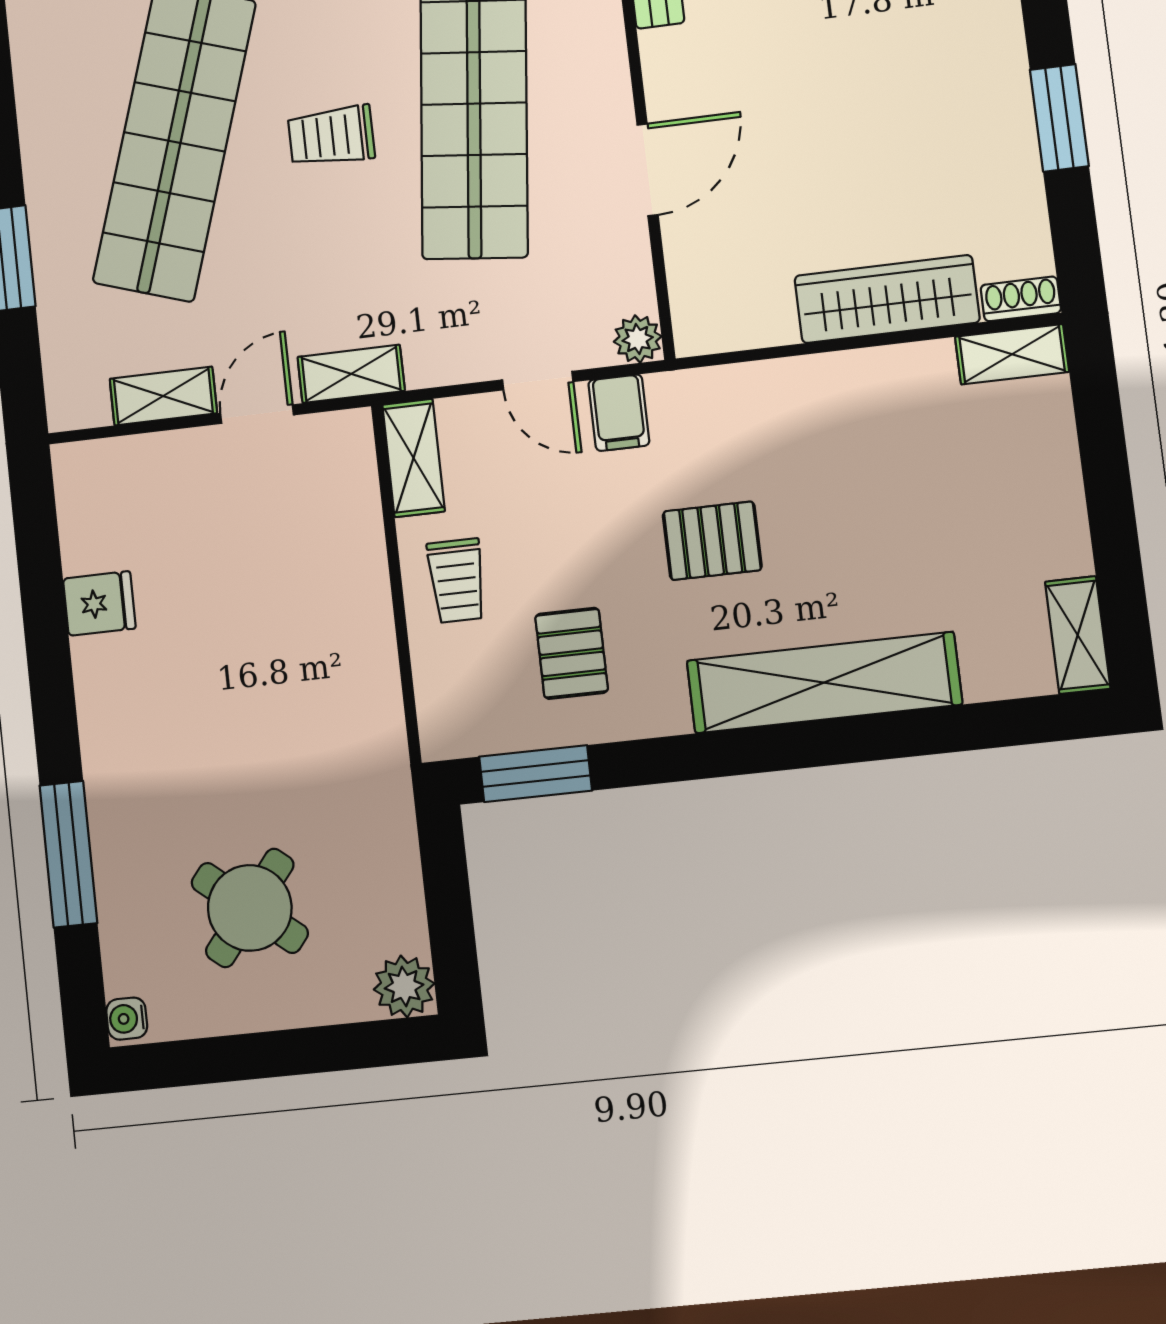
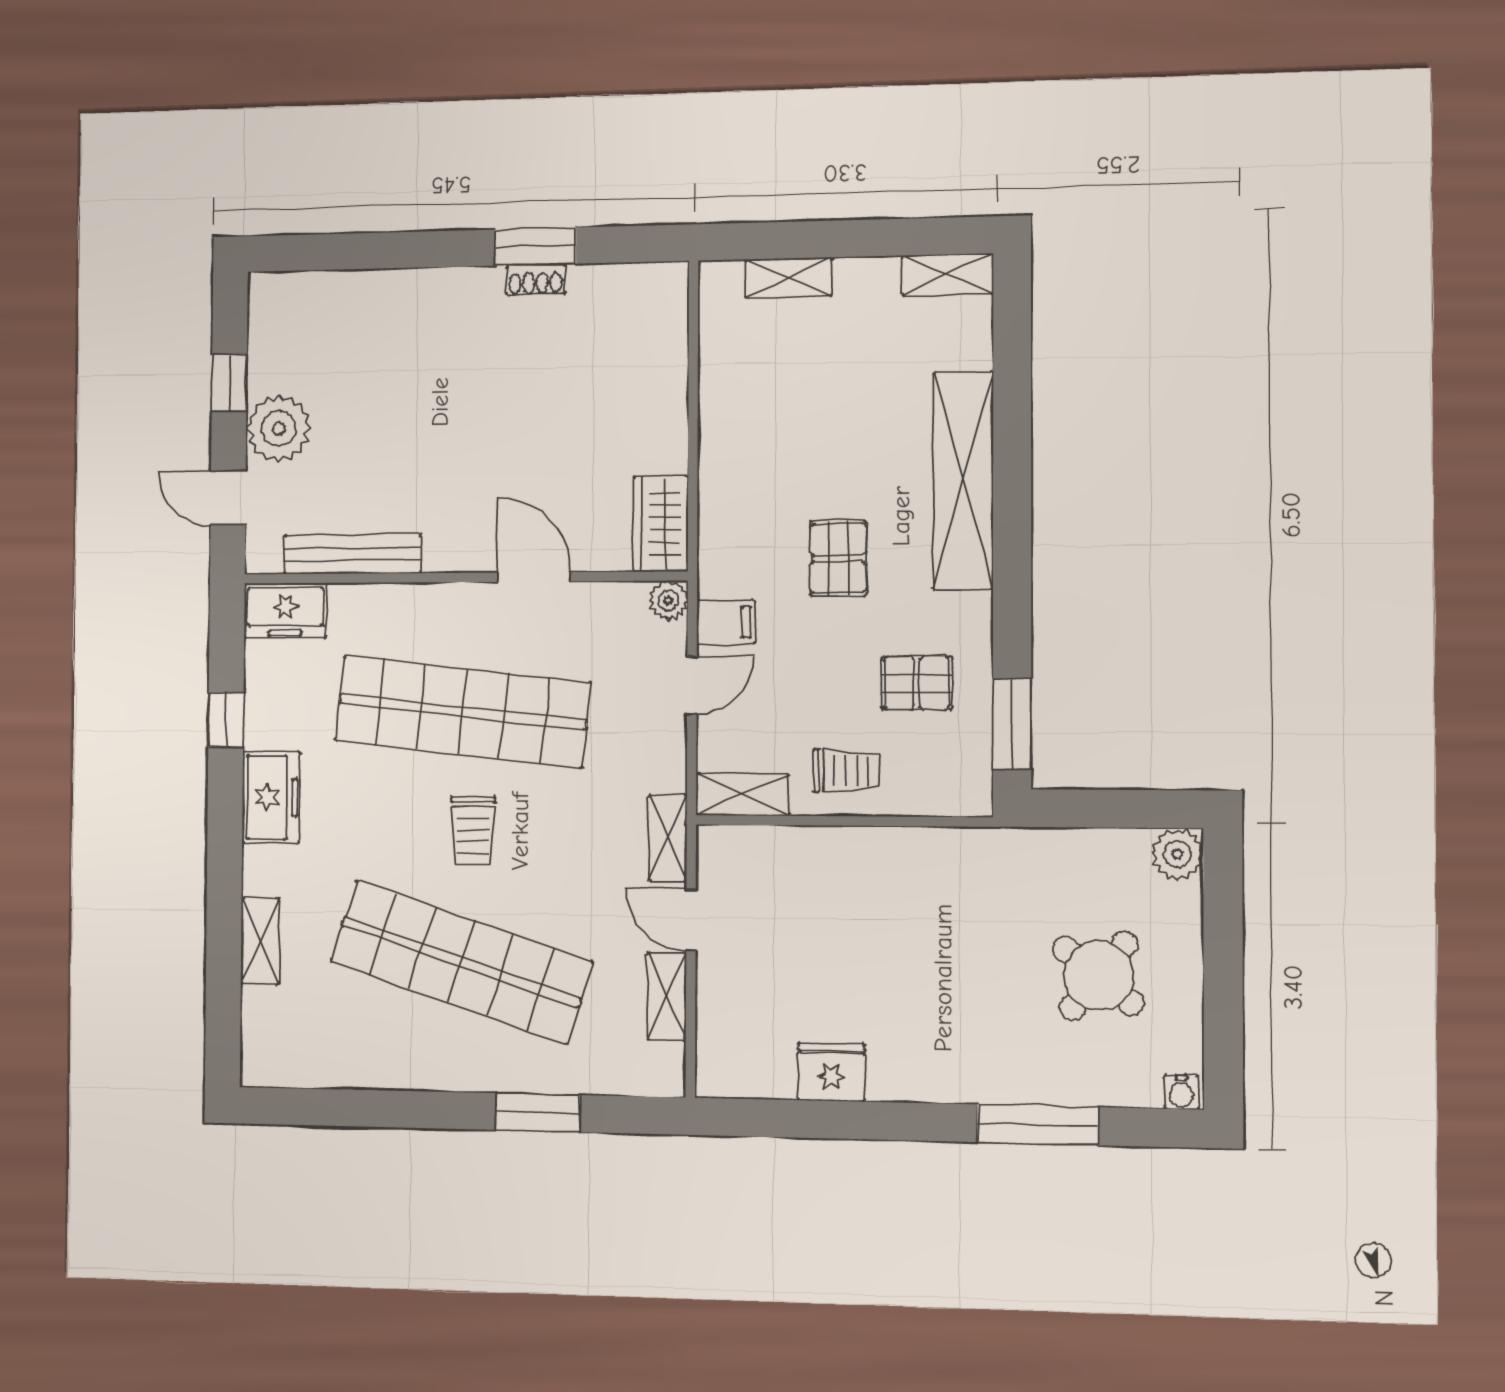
wardrobe: (887, 299) -> (661, 524), moved, width x0.67
shoe rack: (1021, 299) -> (536, 279), moved, turned -90
shelving: (1012, 354) -> (788, 278), moved, turned 90
fridge: (99, 603) -> (831, 1072), width x1.38

